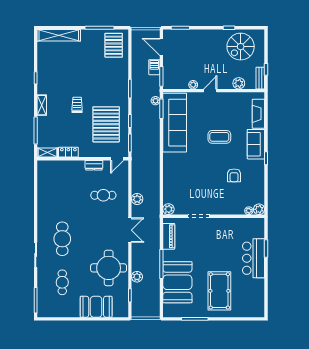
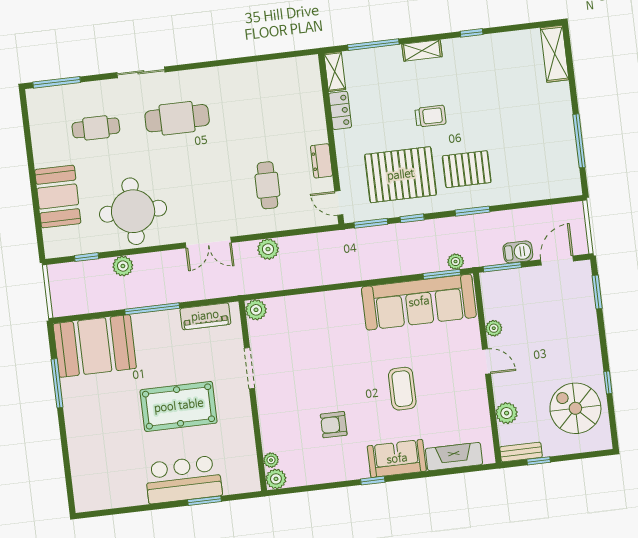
shelving: (59, 35) -> (555, 54), width x0.68
pallet: (114, 45) -> (467, 169), moved
booth: (177, 282) -> (95, 346), moved
pool table: (219, 291) -> (179, 406), moved

